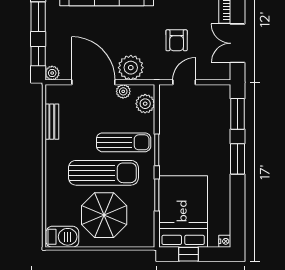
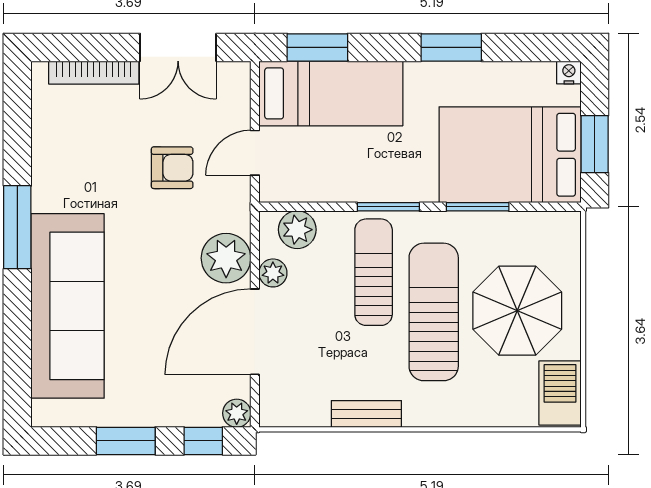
door: (184, 82) -> (255, 153), hinge flipped
bed: (214, 121) -> (331, 93), added
bench: (52, 122) -> (366, 414), moved
window: (237, 159) -> (451, 47), moved
window: (189, 254) -> (595, 144), width x1.50

